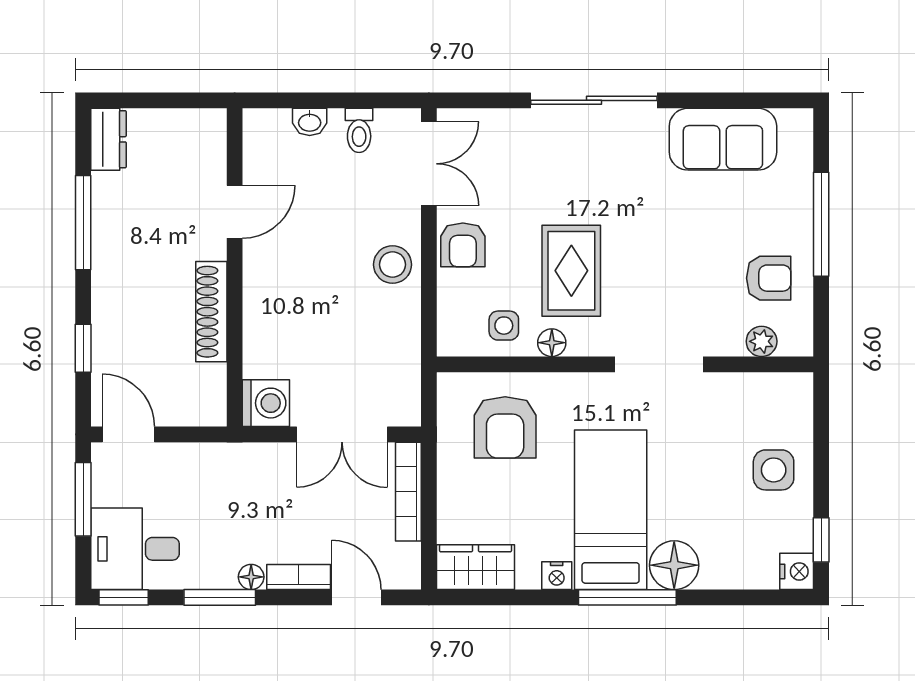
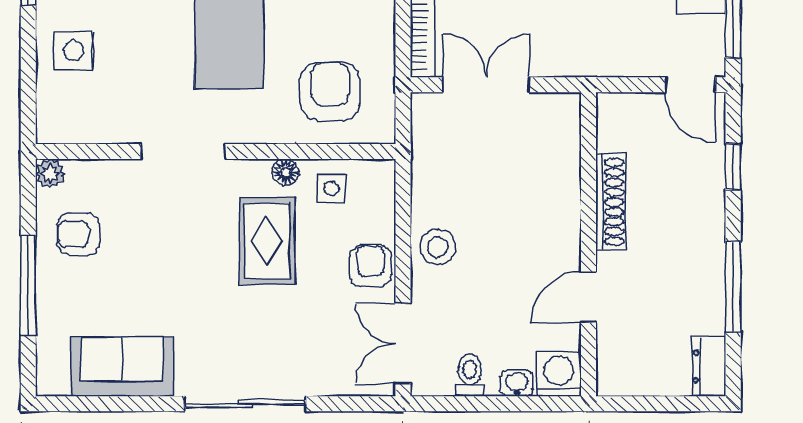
plant: (762, 341) -> (50, 174), moved
washing machine: (266, 403) -> (559, 374), moved, turned 90

